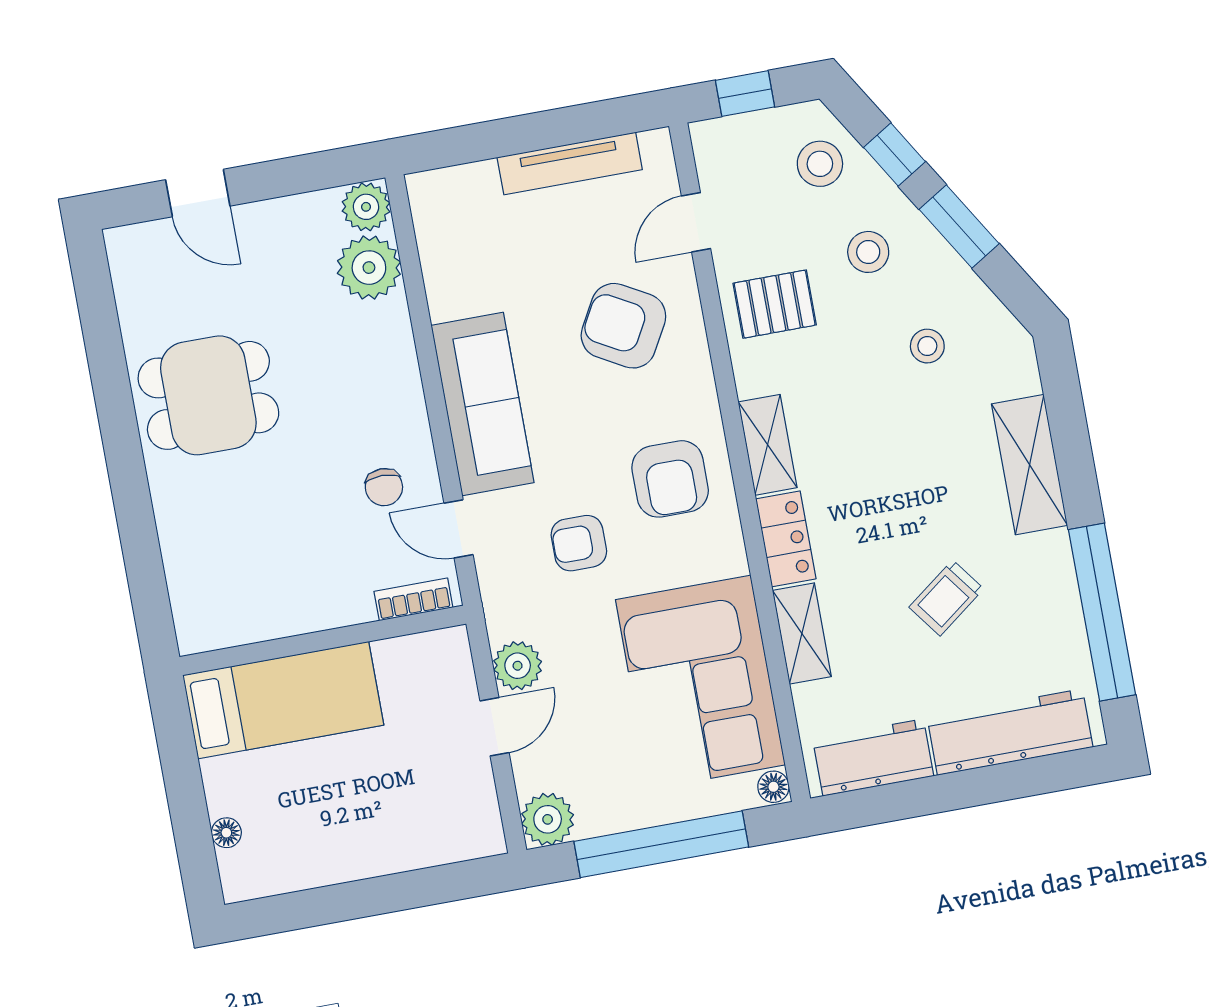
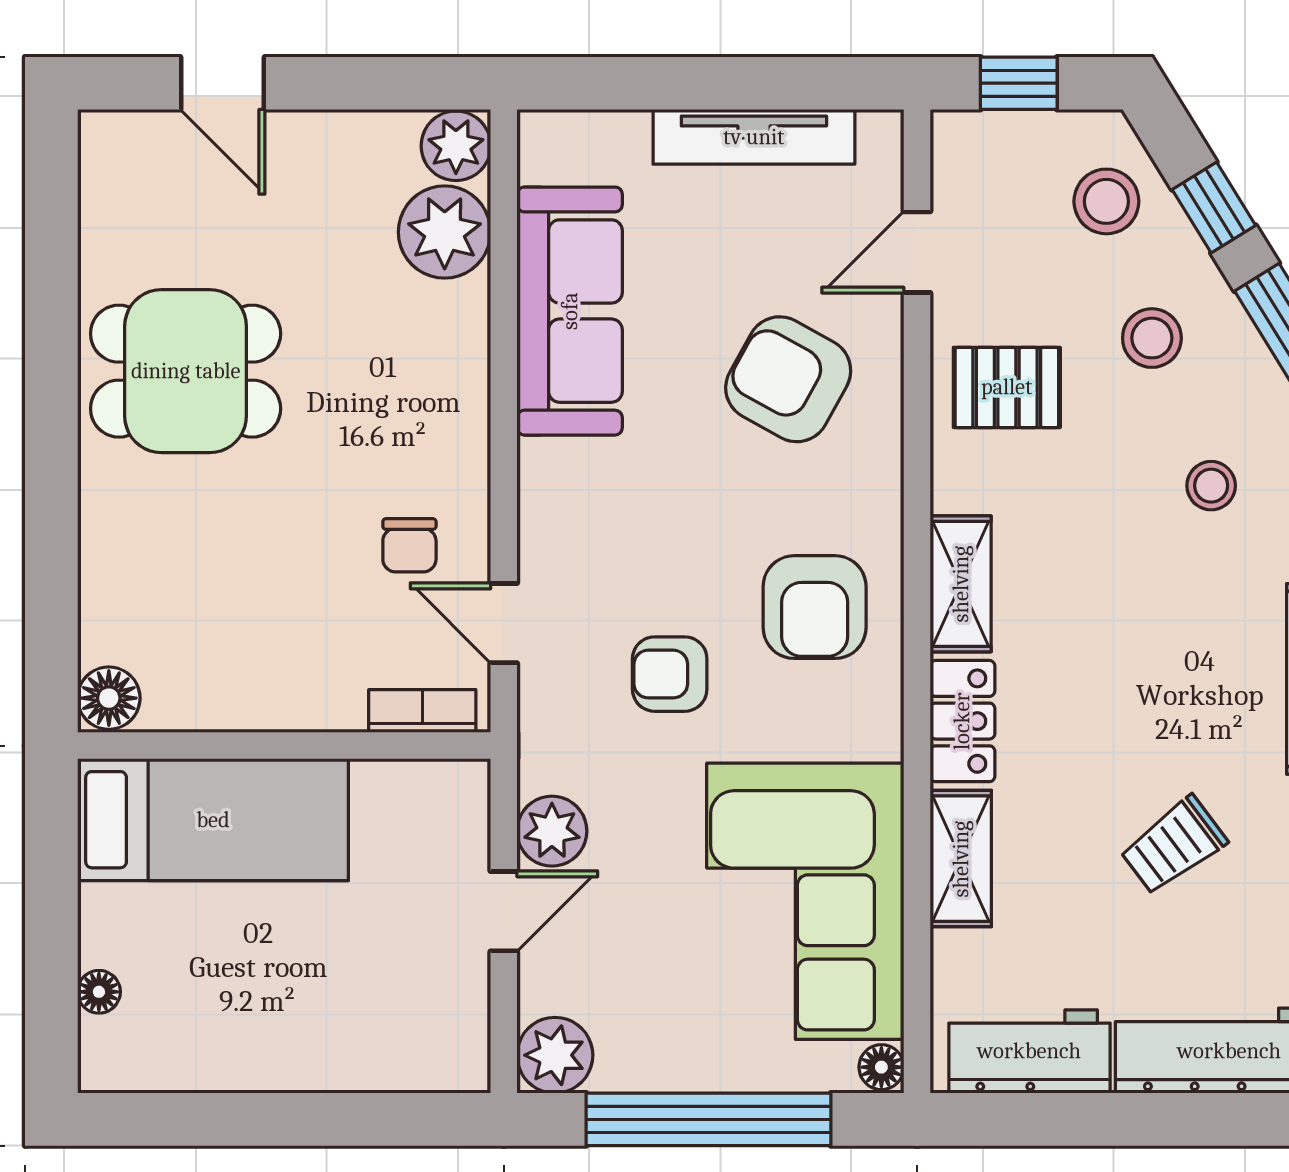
sofa: (483, 404) -> (570, 311), moved
floor lamp: (196, 630) -> (109, 698), added

